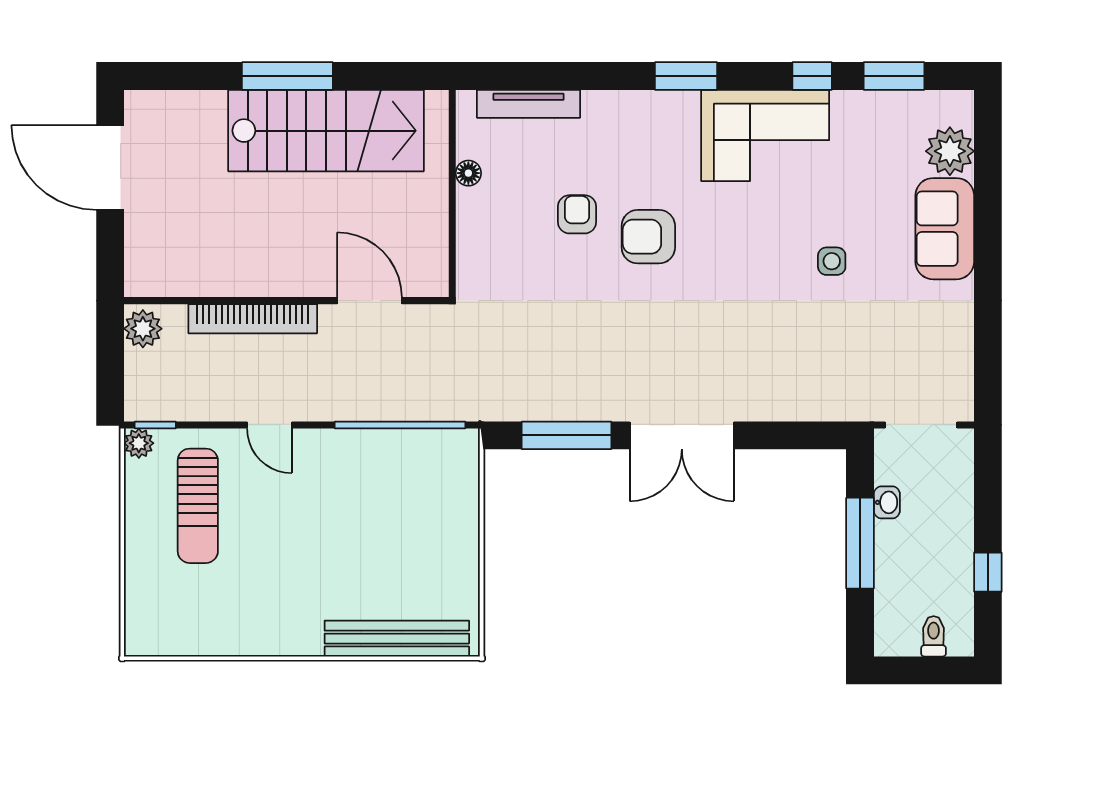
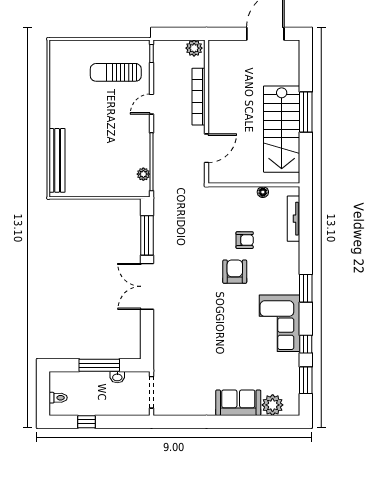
side table: (832, 261) -> (224, 353), removed
plant: (139, 443) -> (143, 174), moved

